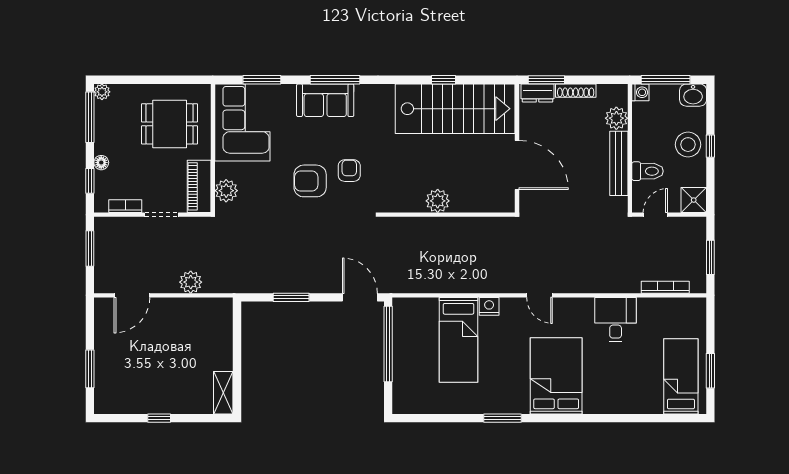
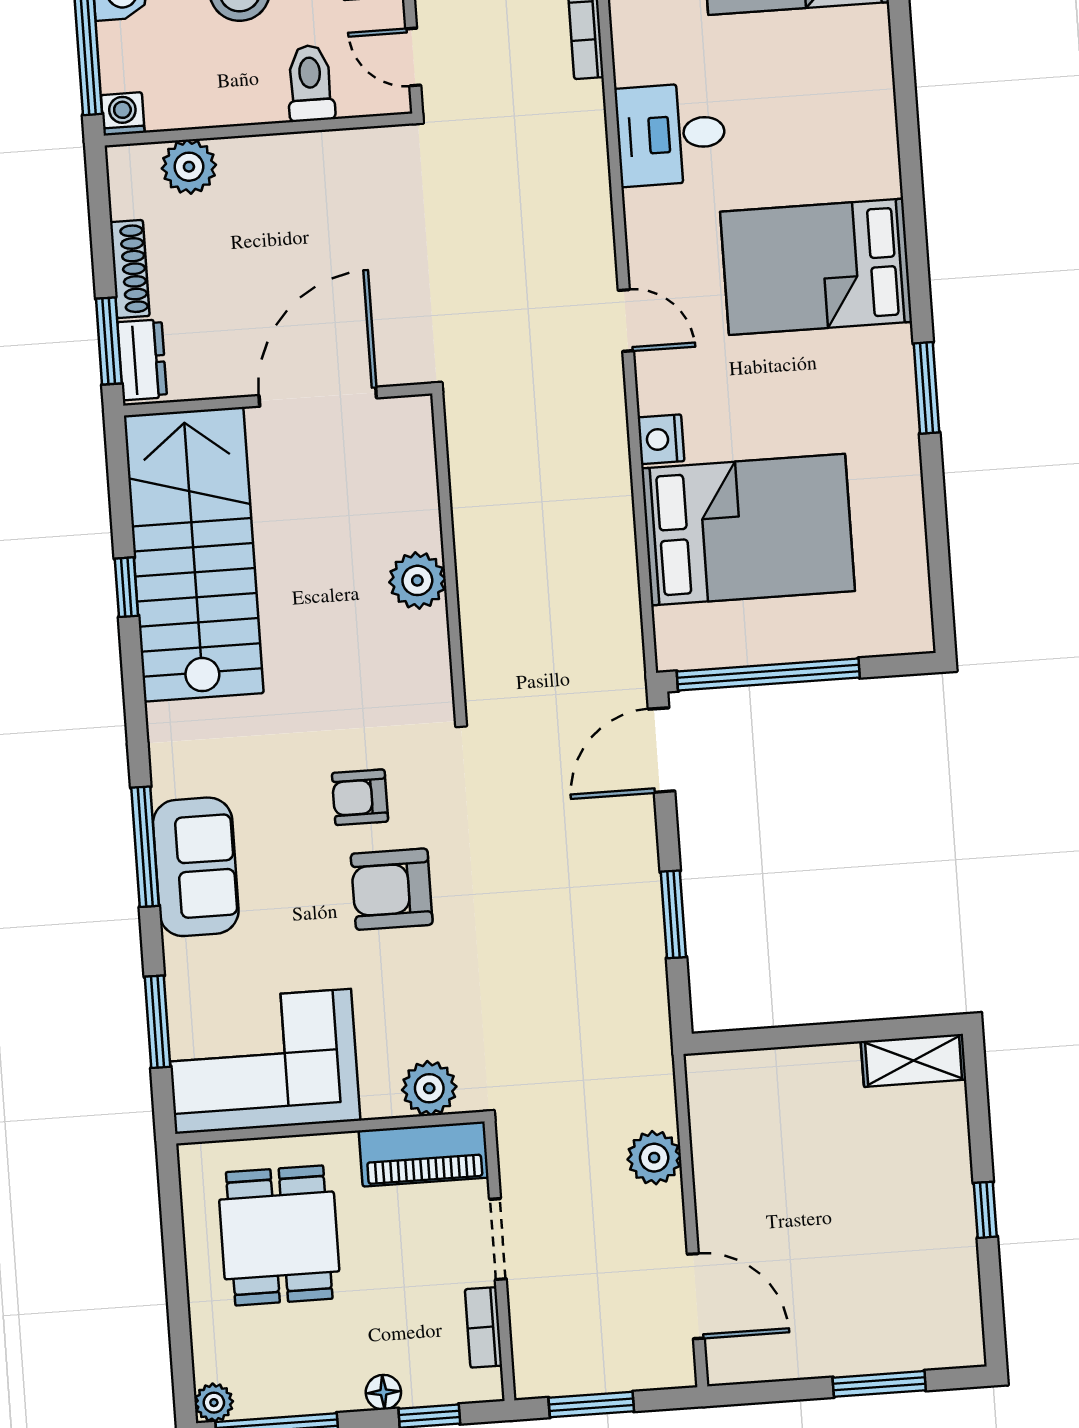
bench: (619, 163) -> (297, 153), removed
armchair: (310, 181) -> (392, 889), turned 90
door: (539, 295) -> (626, 320), hinge flipped
bed: (459, 340) -> (748, 530), width x1.50

